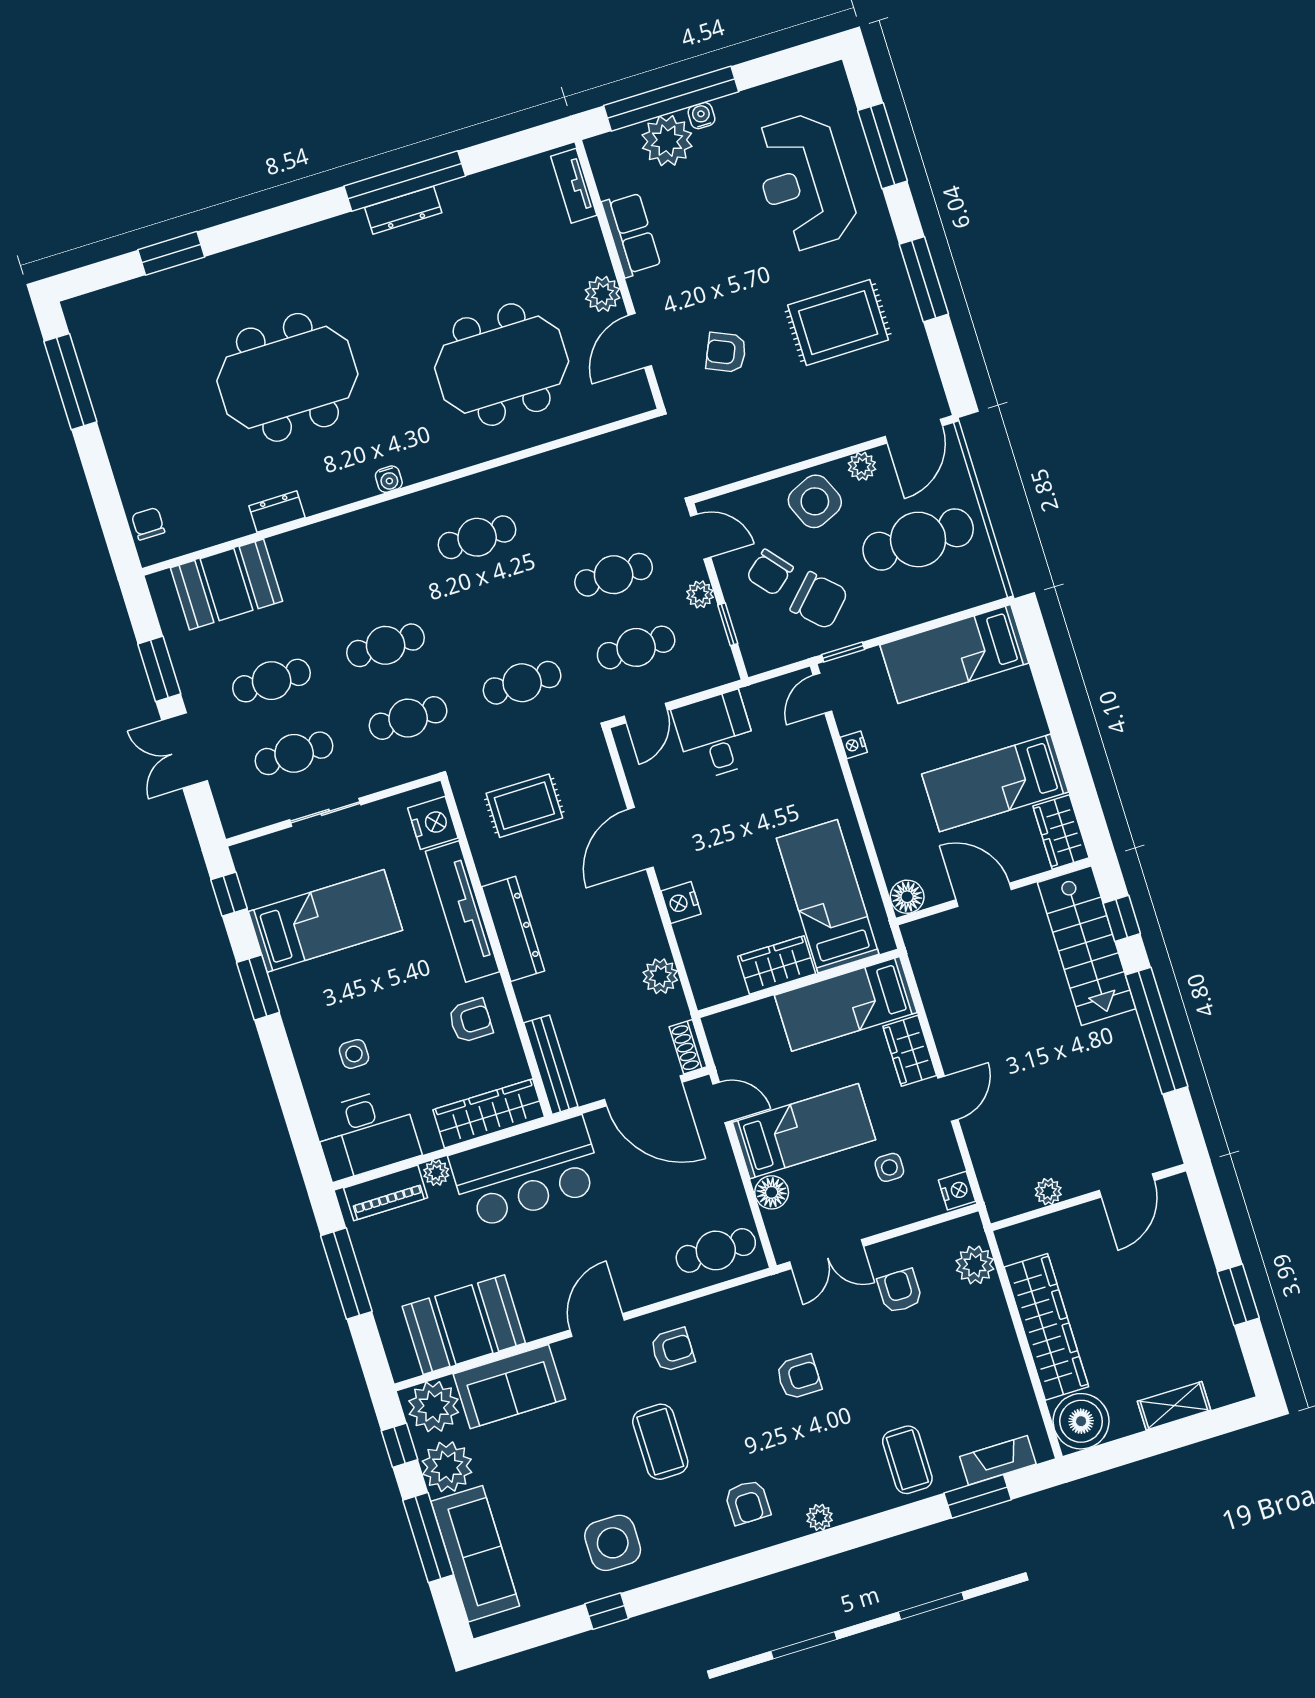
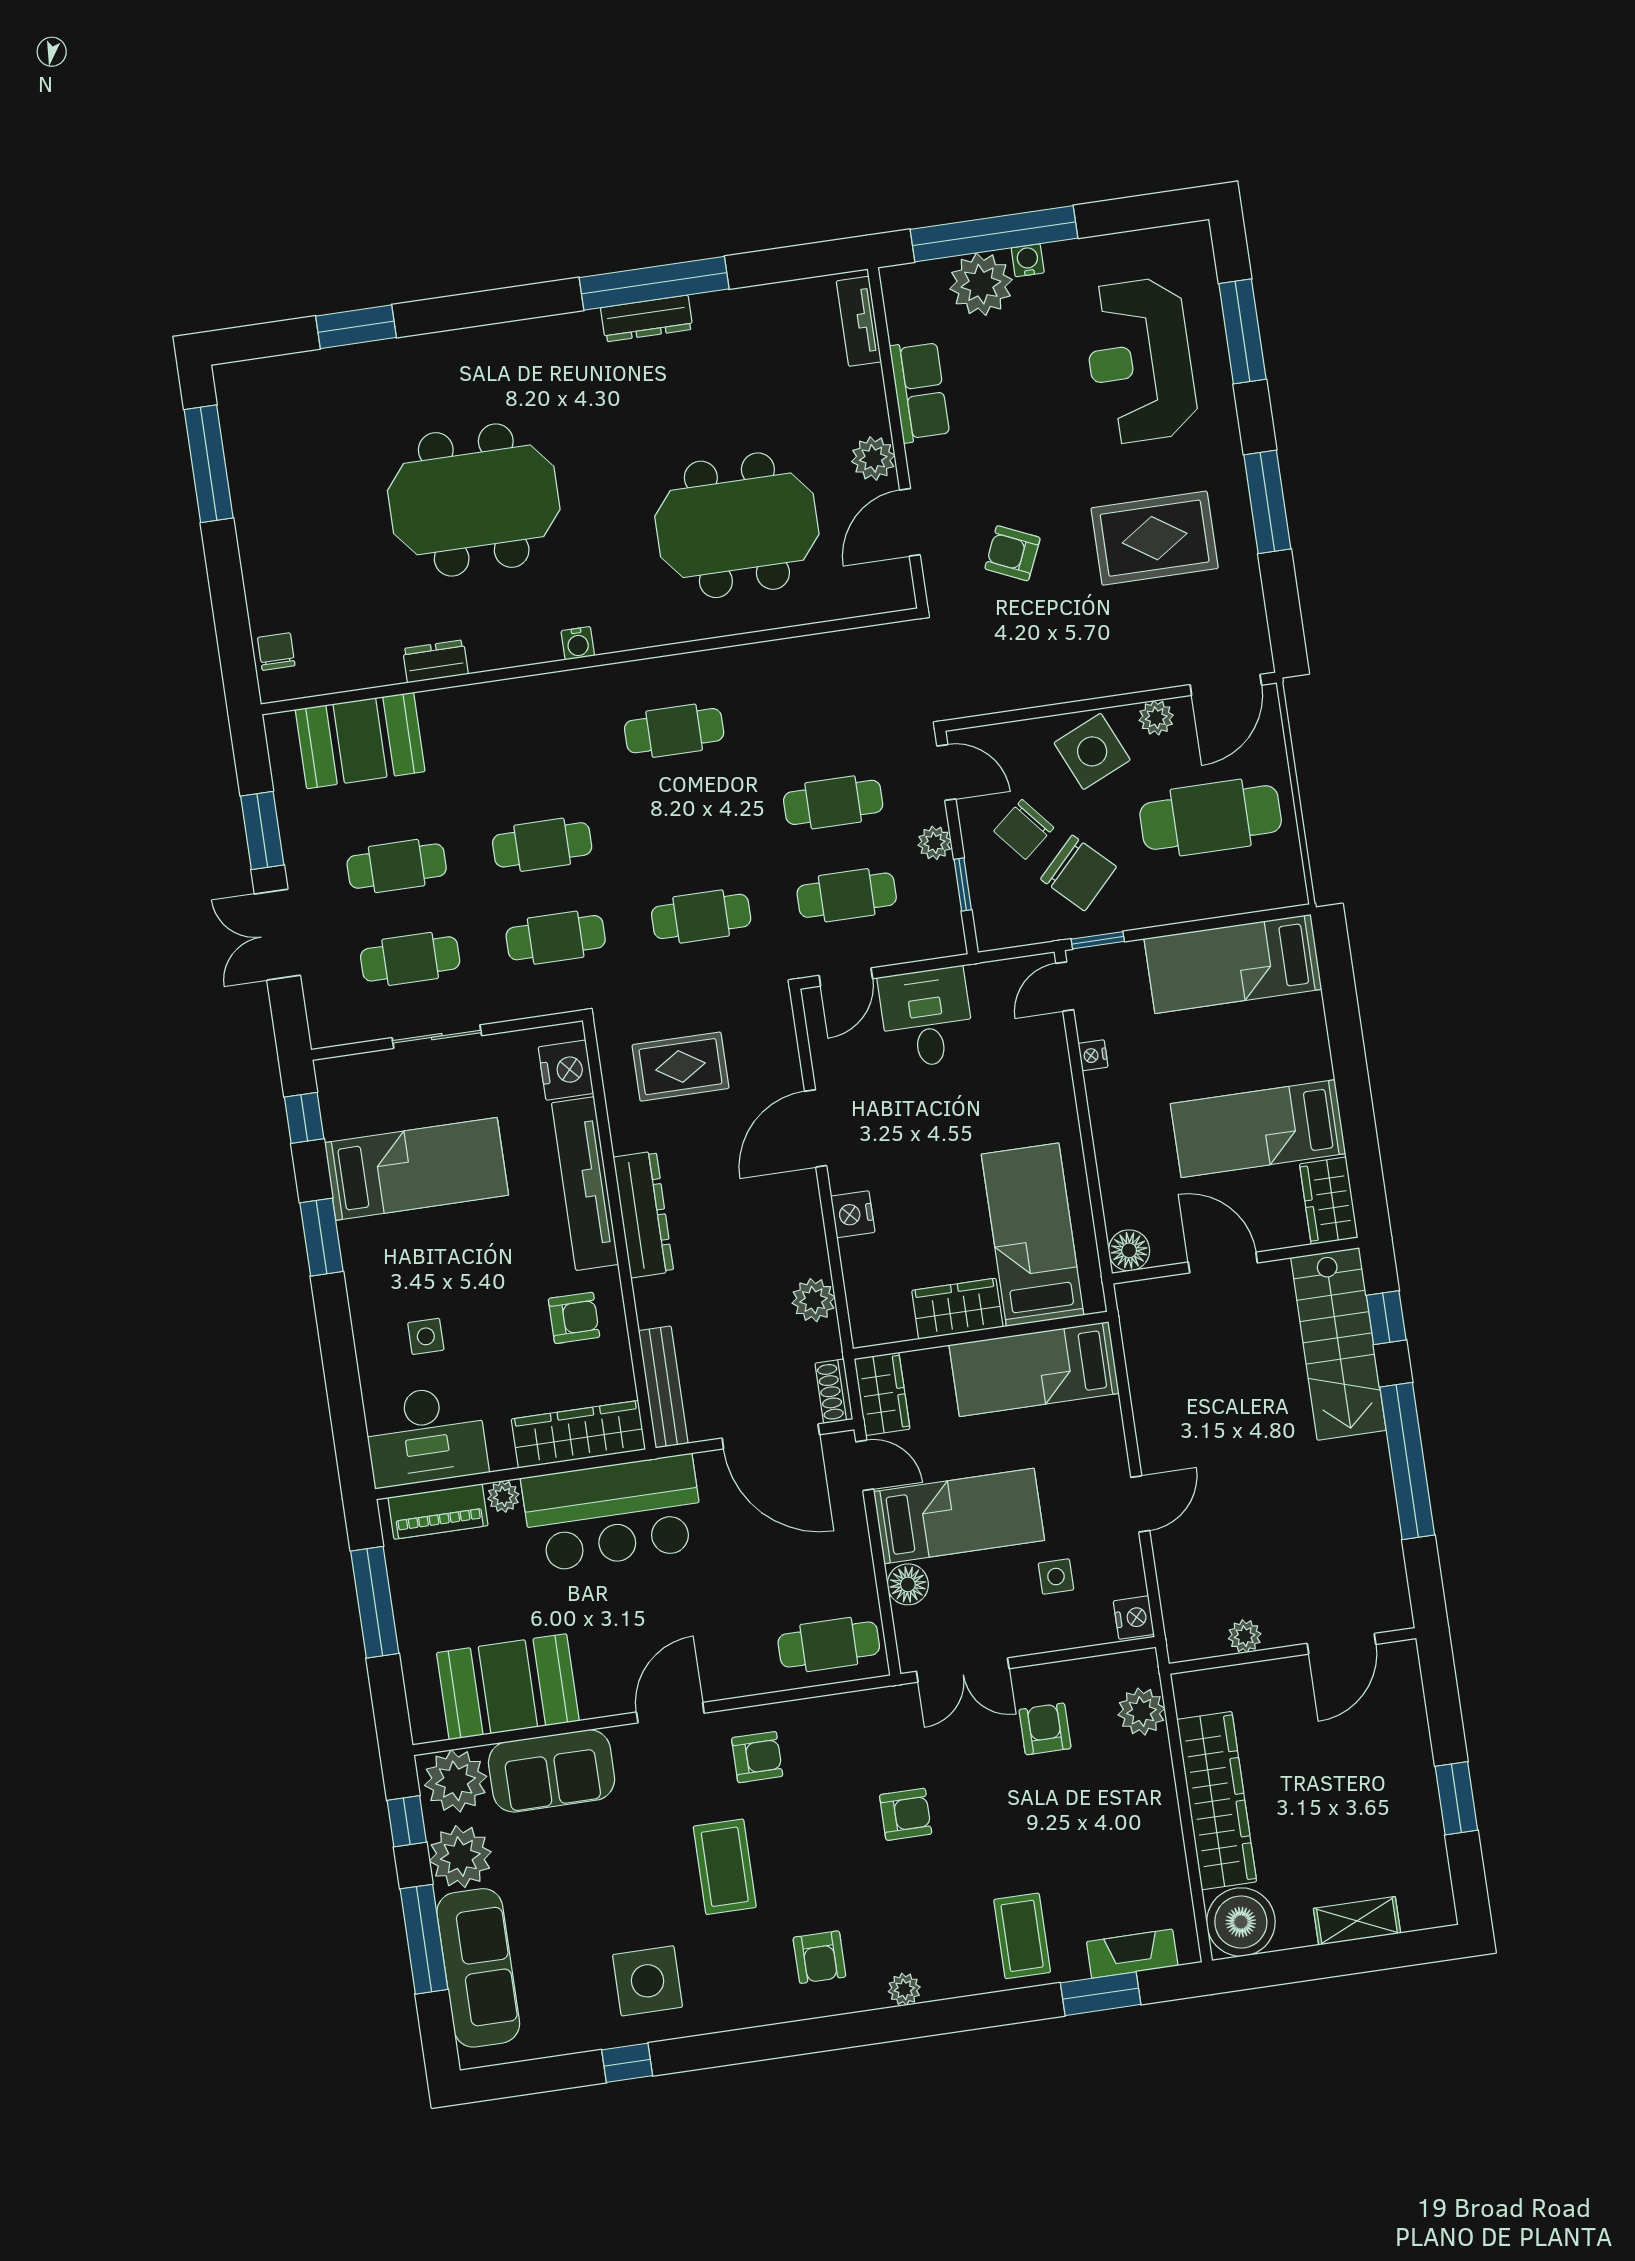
wardrobe: (910, 1051) -> (882, 1394), moved, turned 180

